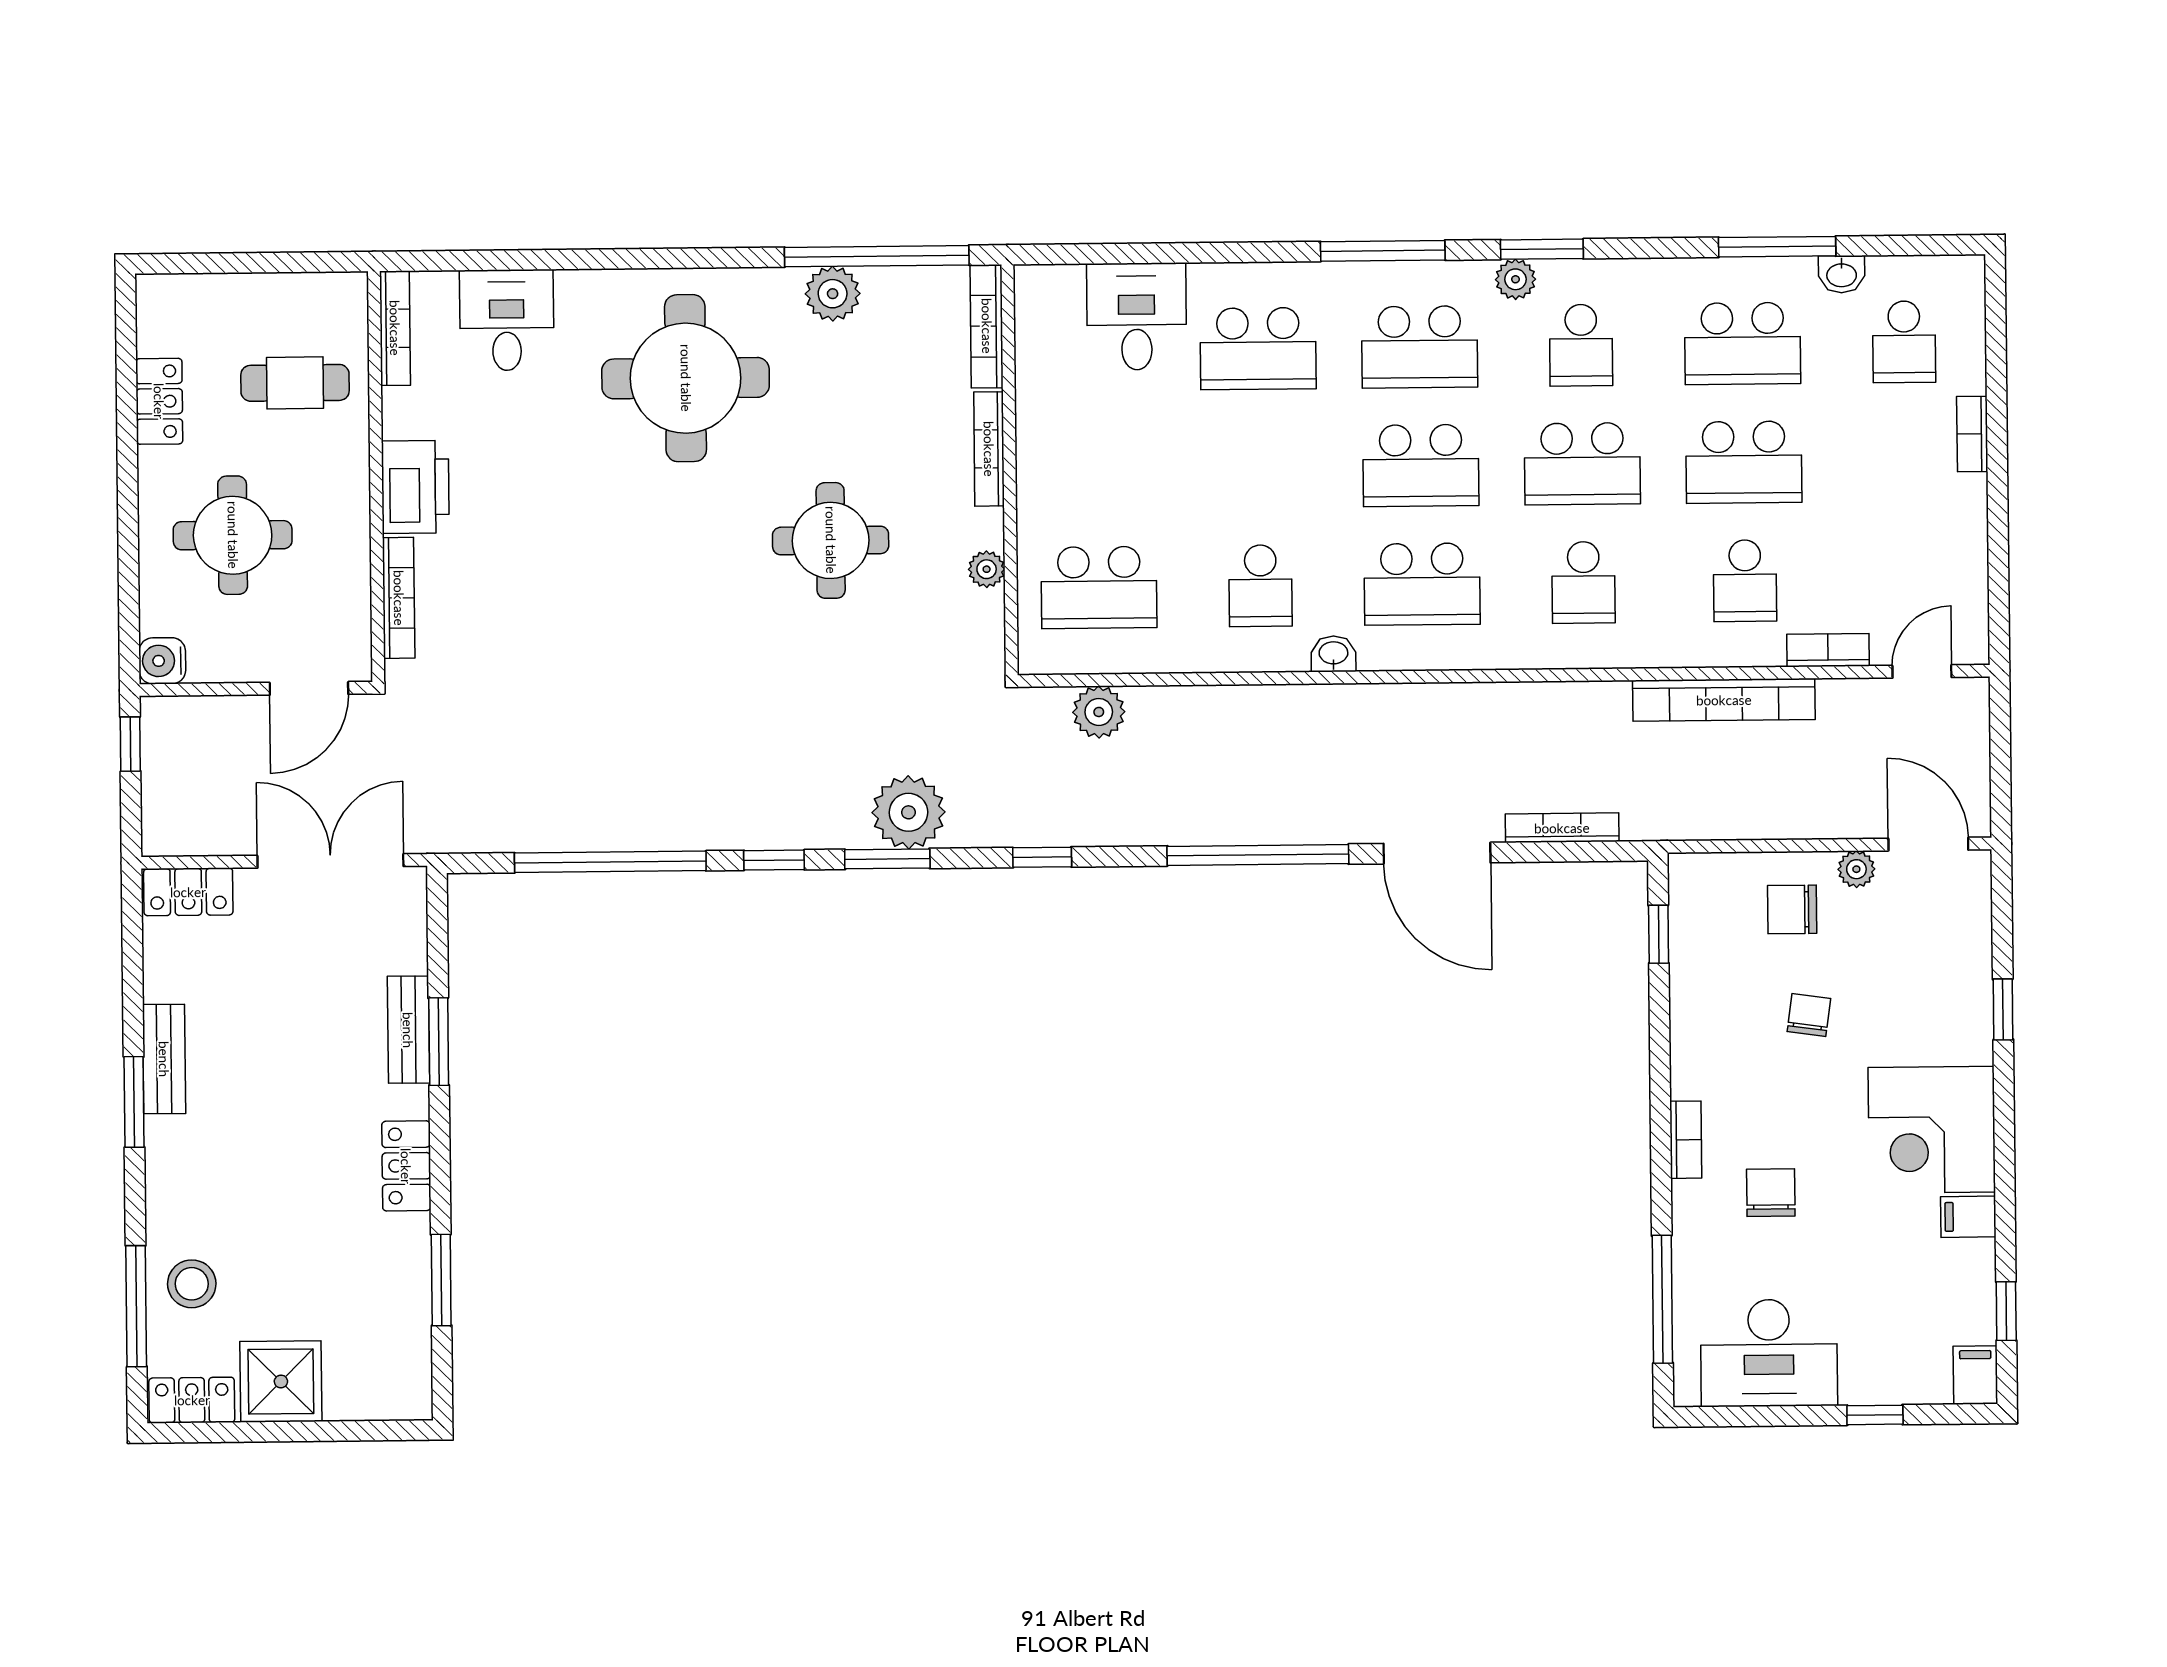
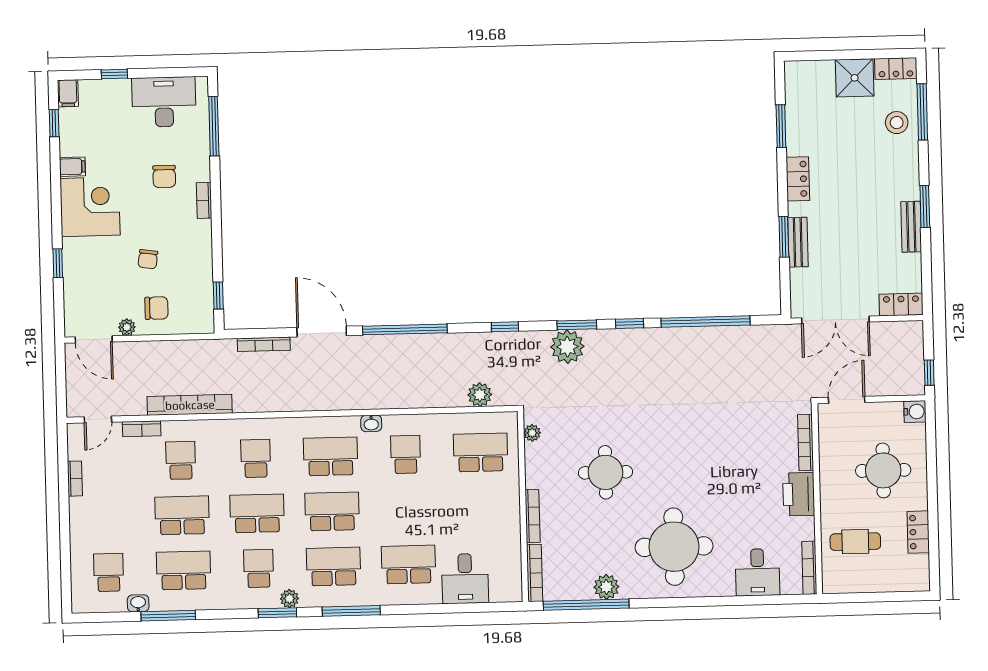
bookcase: (1972, 434) -> (75, 479), moved
plant: (987, 569) -> (532, 433), moved

